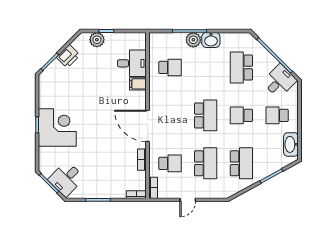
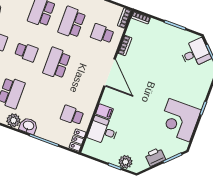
plant: (193, 40) -> (13, 120), moved
locker: (155, 44) -> (78, 140), added
corner desk: (57, 128) -> (179, 120), moved

